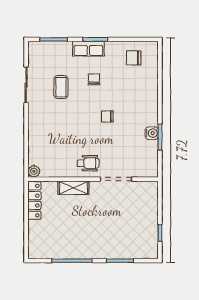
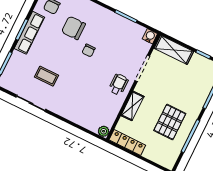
row of seats: (88, 49) -> (29, 33), width x1.48
chair: (94, 79) -> (73, 28), moved, width x1.87, depth x1.87
water cooler: (152, 133) -> (150, 36), moved
shelving: (150, 202) -> (174, 50), added
pallet: (76, 233) -> (170, 122), added

